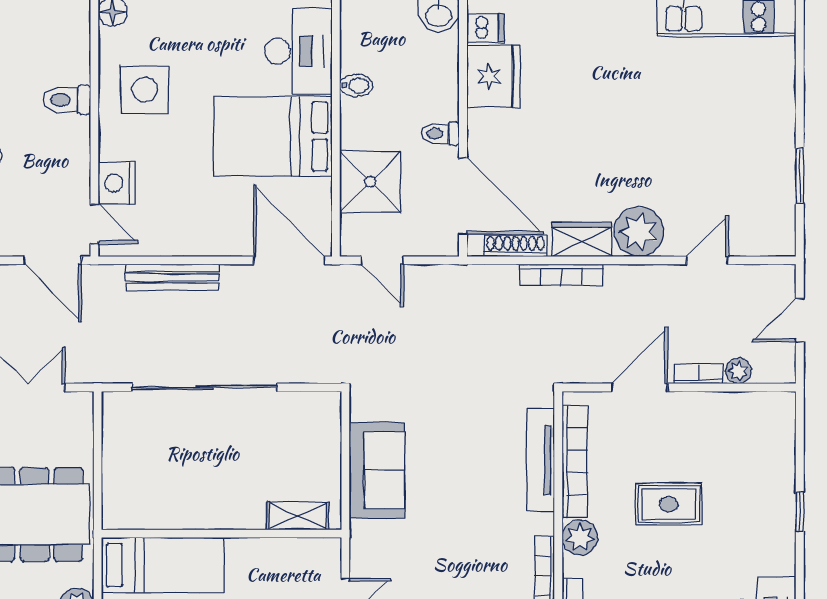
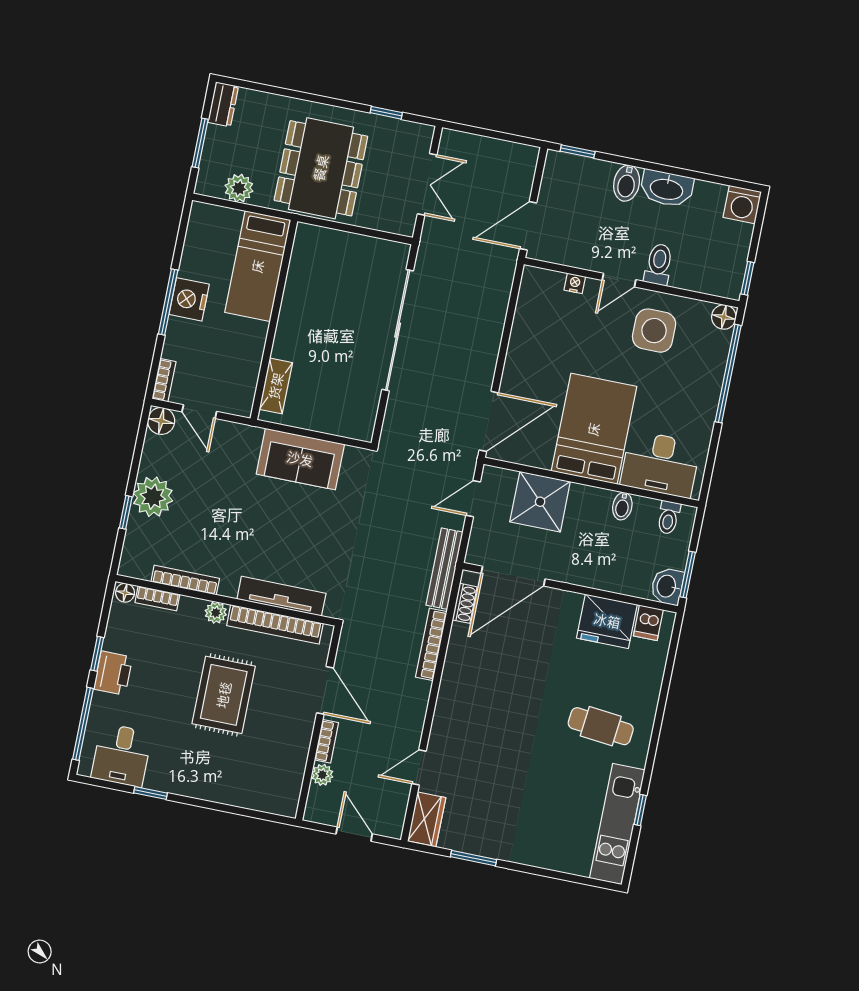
cafe table: (617, 59) -> (601, 726), added
toilet: (440, 134) -> (669, 518), moved, turned 180
nightstand: (117, 183) -> (575, 283), width x0.53, depth x0.56
door: (94, 224) -> (619, 280), moved
plant: (639, 232) -> (454, 716), removed
wardrobe: (582, 239) -> (427, 819), moved
shoe rack: (515, 246) -> (465, 603), width x0.70
door: (707, 260) -> (419, 767), swing flipped
bench: (172, 277) -> (444, 569), moved
rug: (669, 504) -> (224, 695), width x1.36, depth x1.43
window: (800, 512) -> (150, 793), moved
plant: (580, 537) -> (216, 613), width x0.73, depth x0.73

